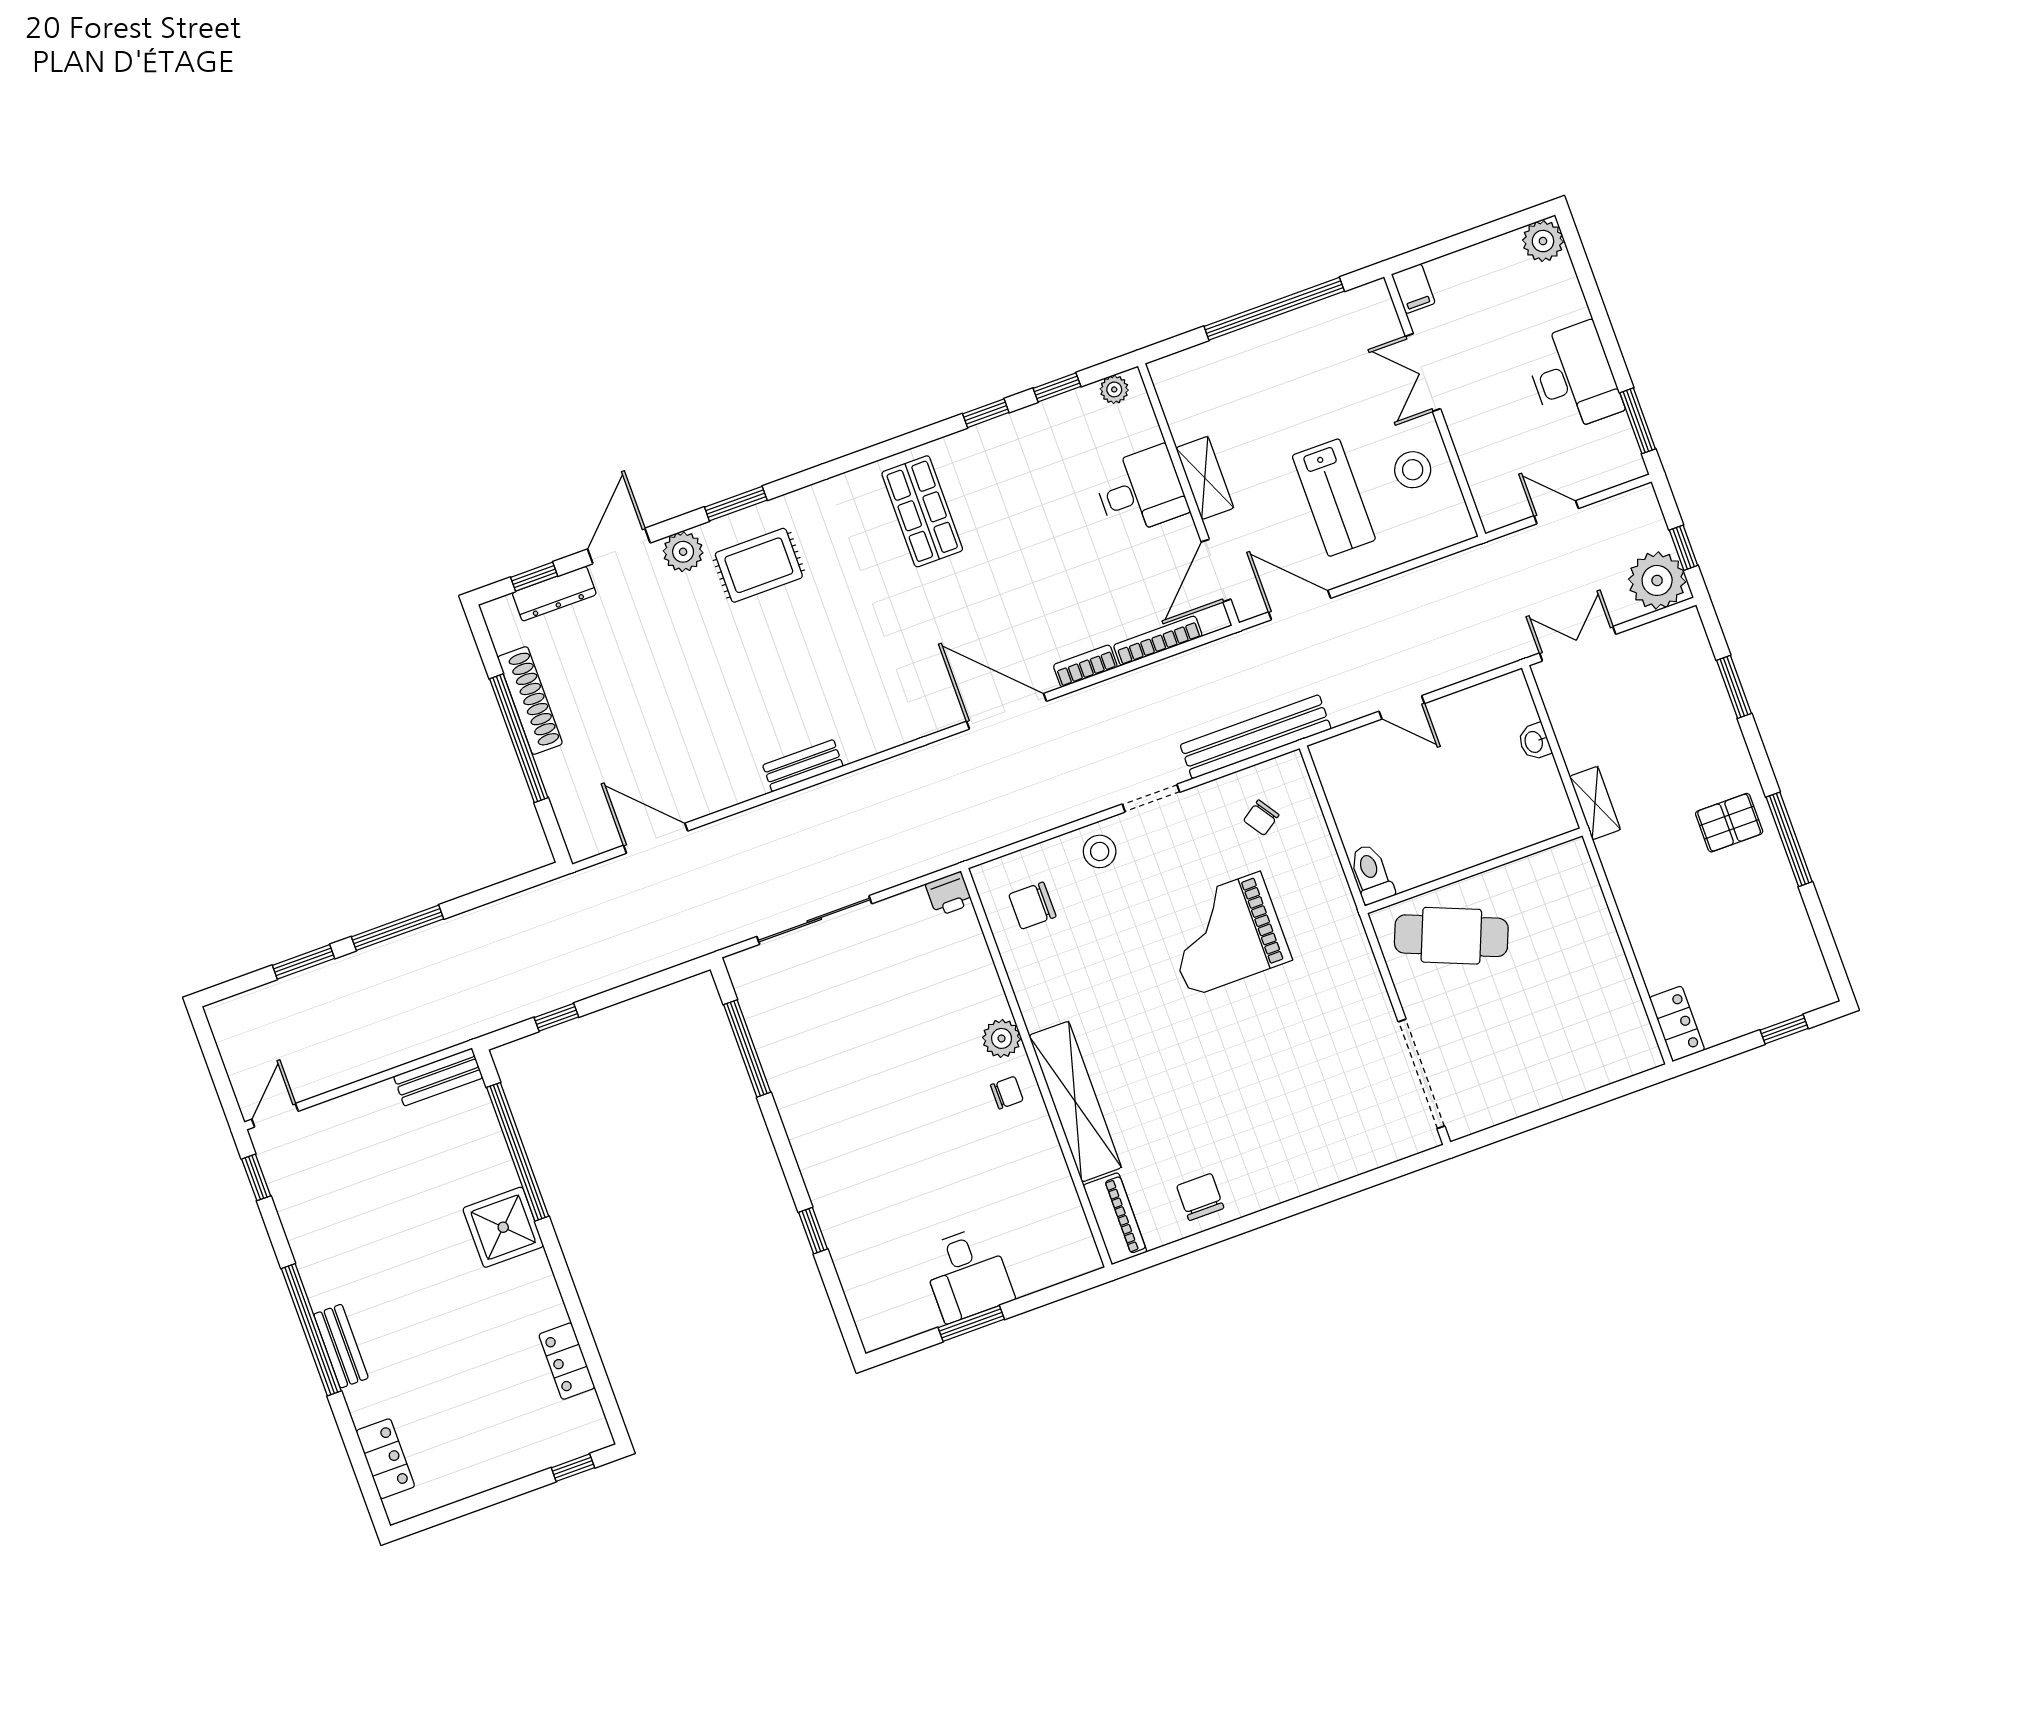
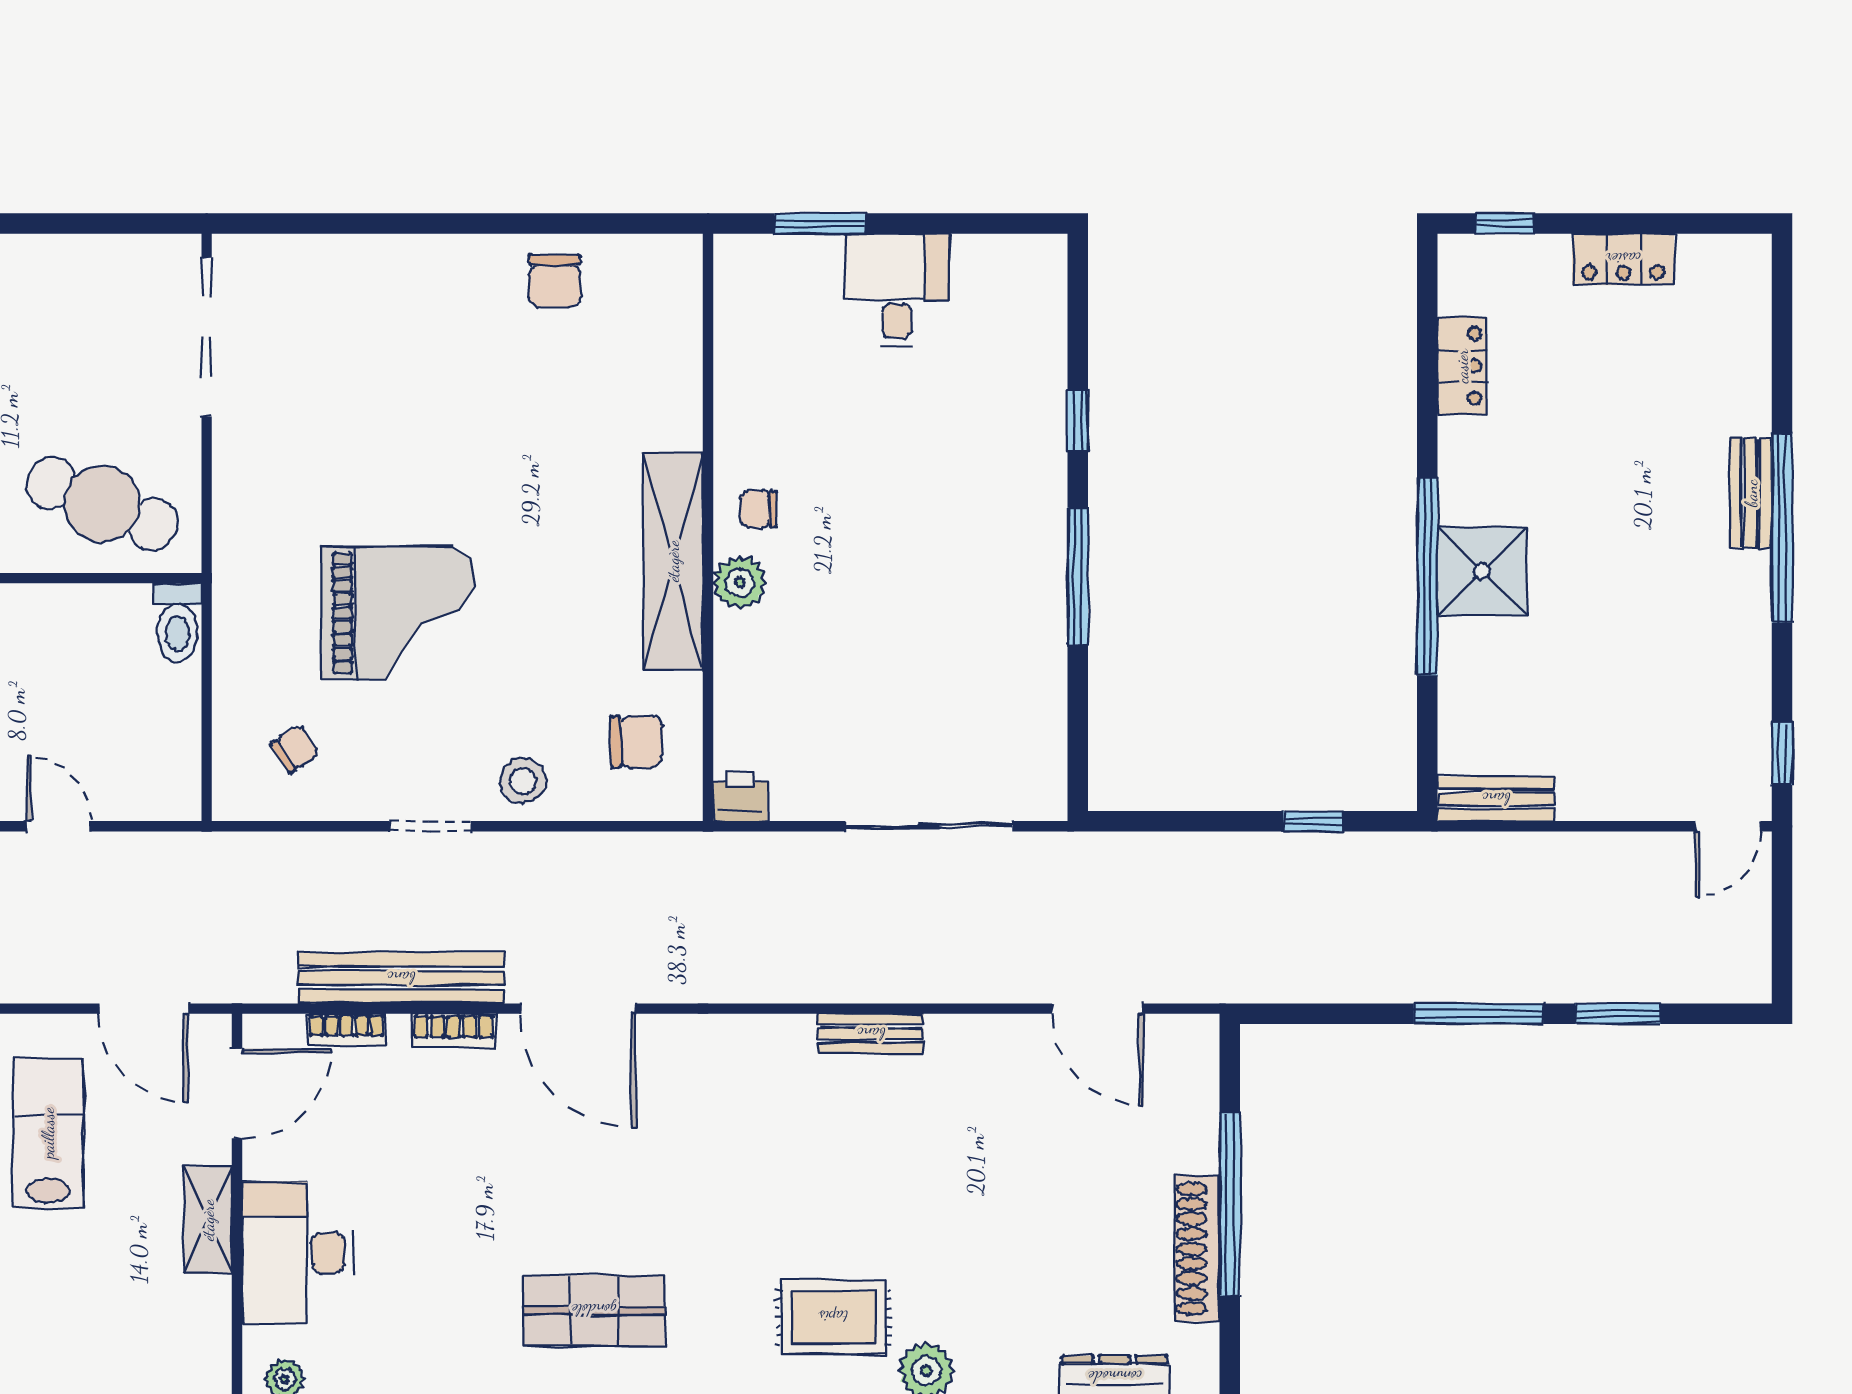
desk: (1141, 491) -> (298, 1253), width x1.37
shop shelf: (922, 511) -> (594, 1310), turned 90
bookcase: (1158, 641) -> (347, 1029), width x0.64
bench: (1256, 737) -> (401, 978), moved
window: (747, 1048) -> (1078, 576), moved
shelving: (1075, 1102) -> (673, 561), moved
window: (518, 1152) -> (1427, 576), moved
piano: (1115, 1219) -> (677, 293), removed
window: (971, 1323) -> (820, 224), moved
locker: (385, 1459) -> (1623, 259), moved, turned -90

